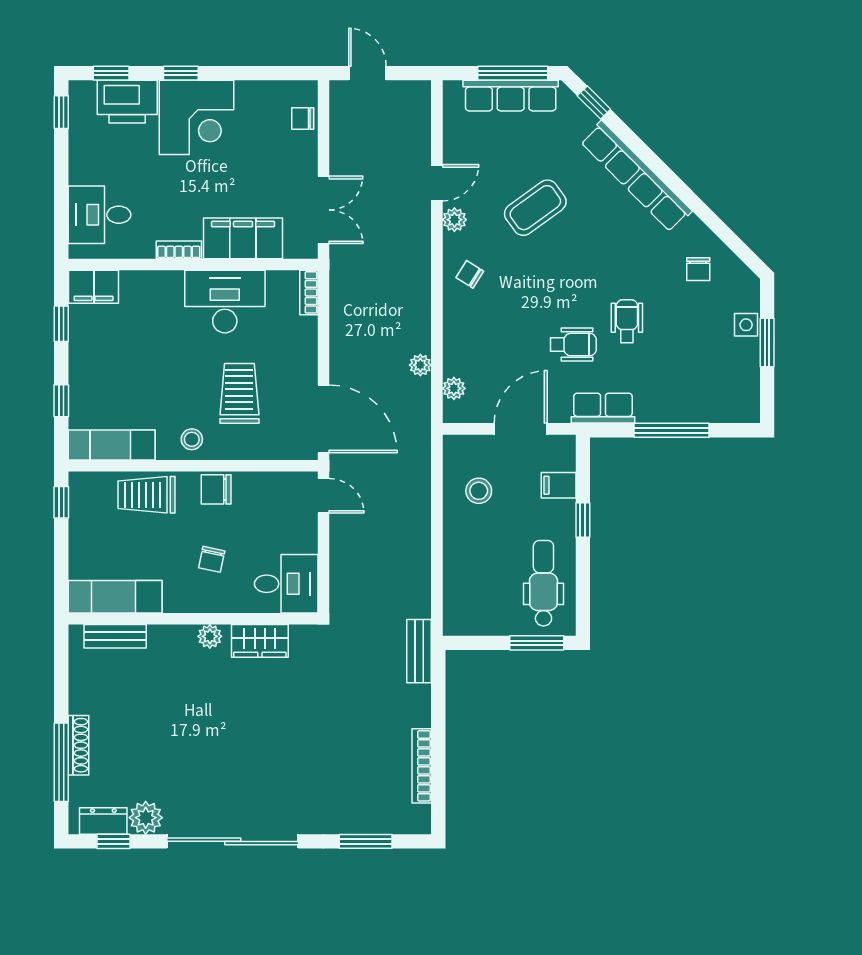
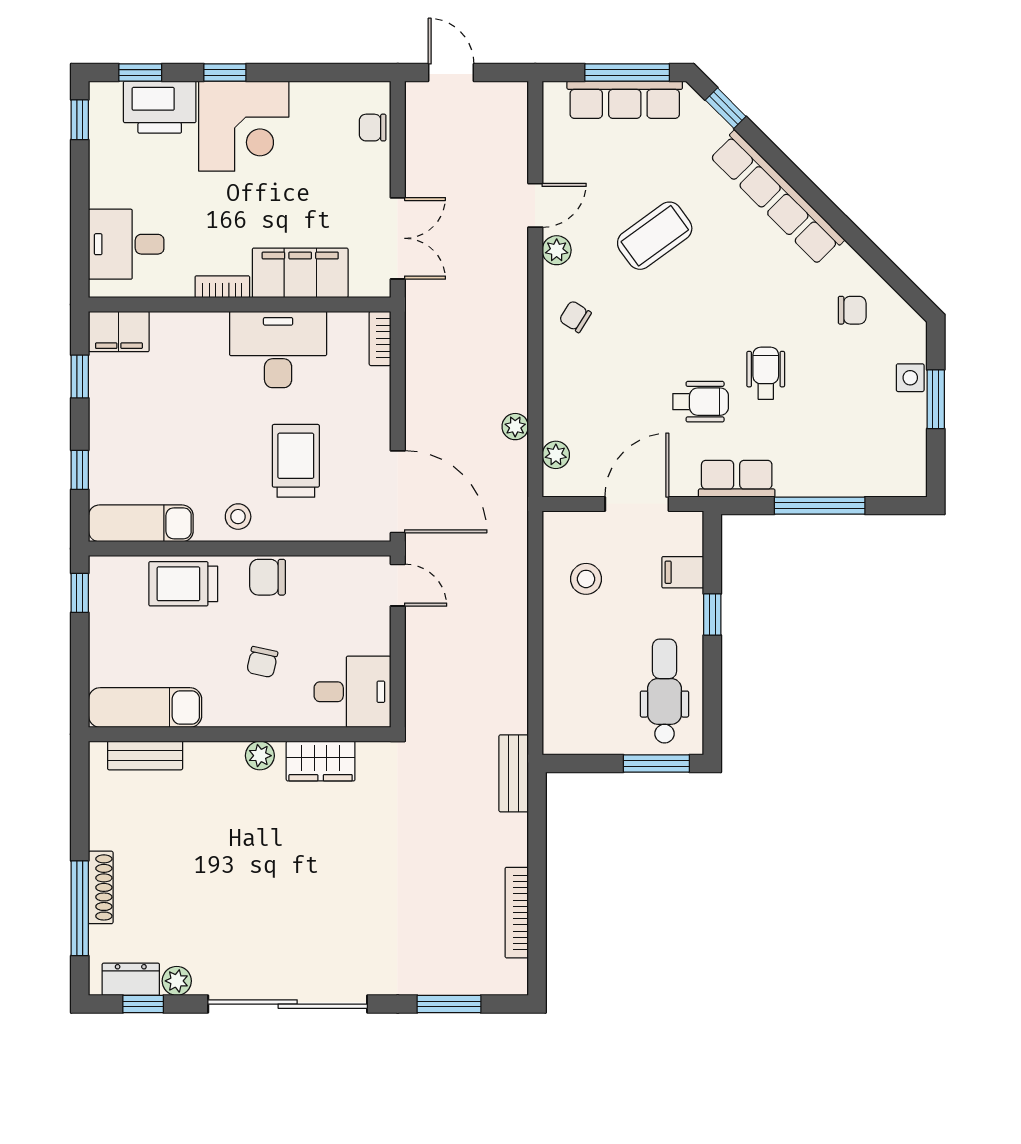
chair: (698, 269) -> (852, 310), turned -90
plant: (146, 818) -> (177, 981), width x0.73, depth x0.73

